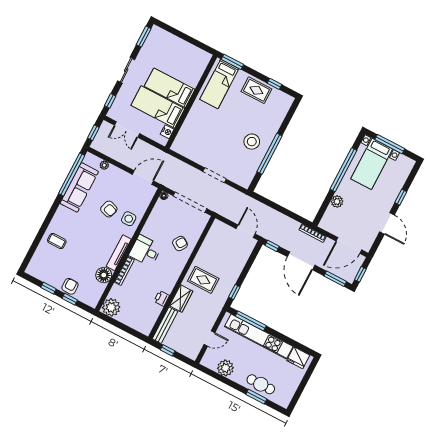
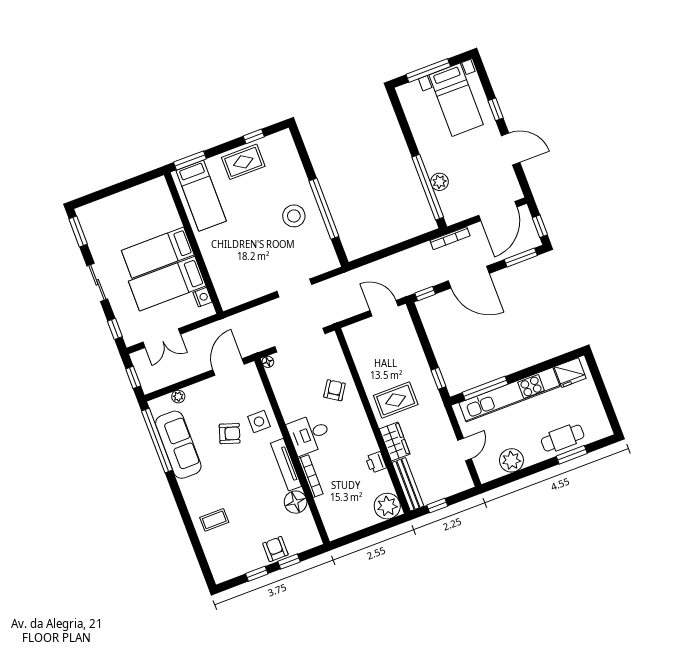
bed with nightstands: (372, 164) -> (456, 100), moved
window: (343, 170) -> (428, 187), moved
plant: (111, 307) -> (387, 506), moved

